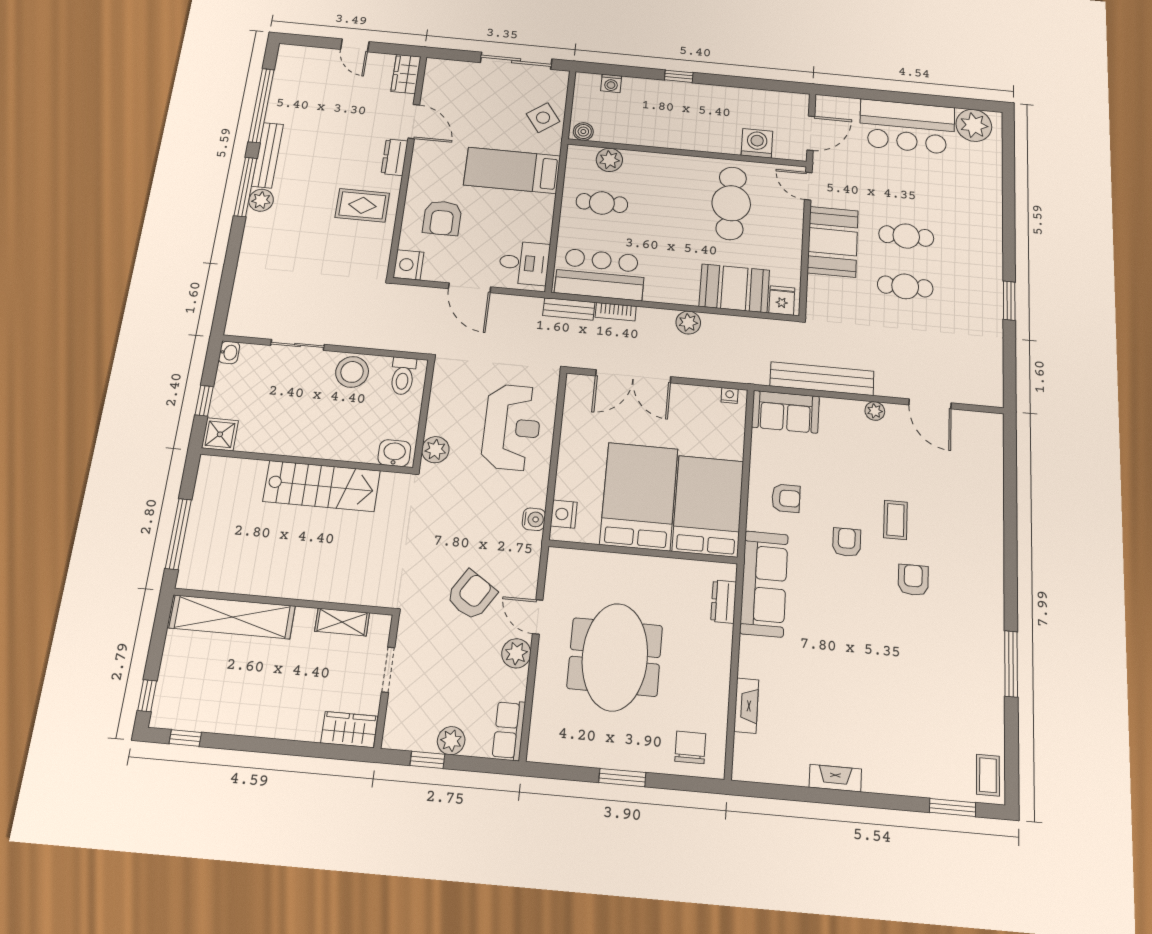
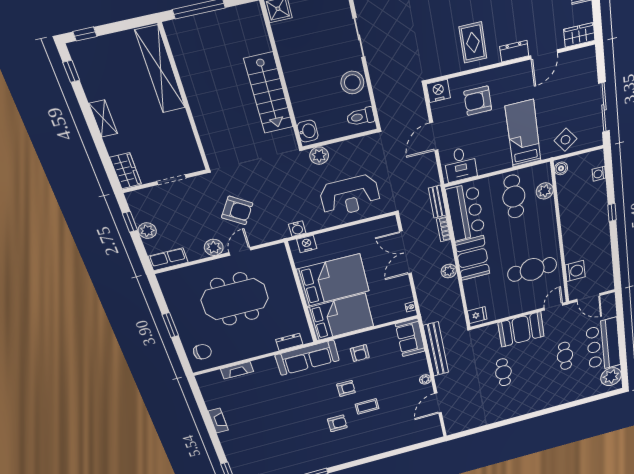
cafe table: (602, 203) -> (514, 197), width x1.37, depth x1.35
cafe table: (906, 236) -> (565, 356), moved
booth: (734, 288) -> (473, 258), moved
window: (1009, 301) -> (509, 421), removed
shelving: (342, 622) -> (103, 119), moved

